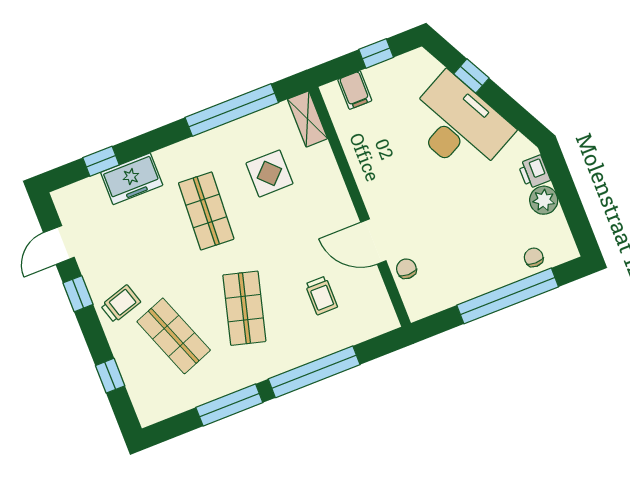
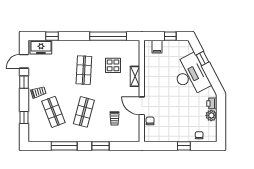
shelving: (307, 119) -> (135, 76), moved
freezer: (132, 179) -> (41, 47), moved
window: (508, 296) -> (184, 146), width x0.32
window: (314, 372) -> (101, 146), width x0.47

